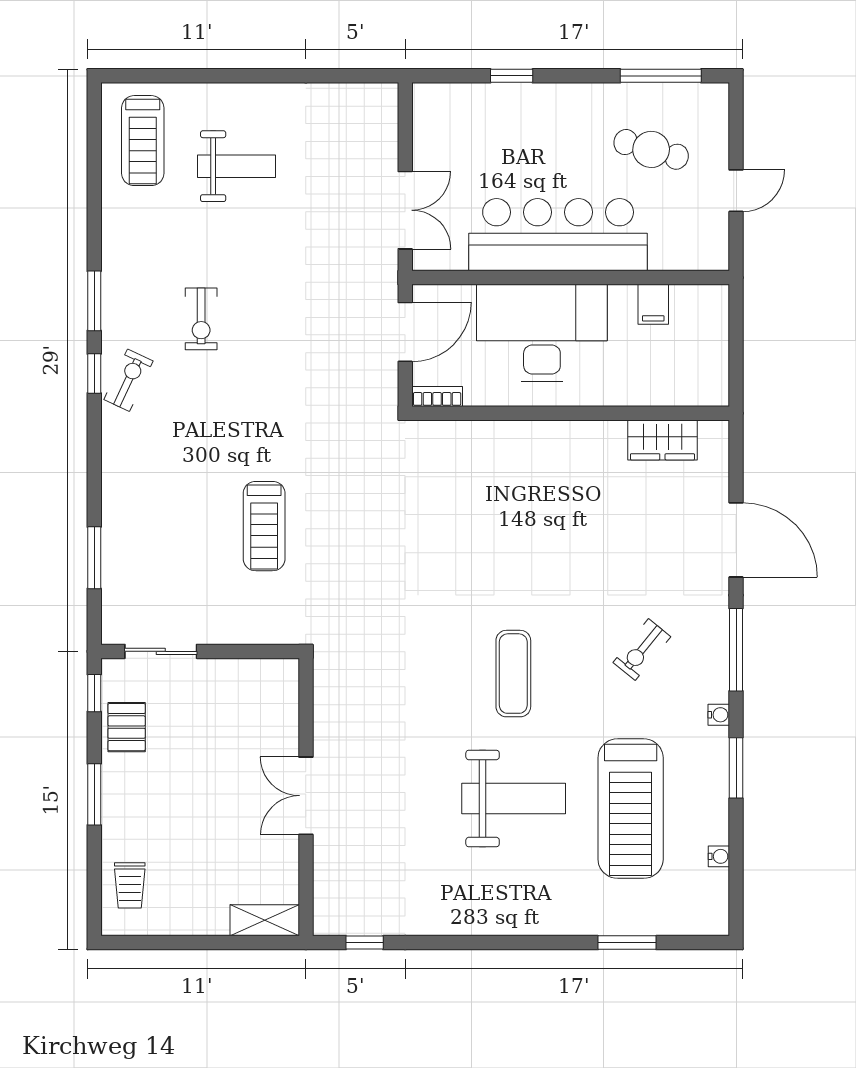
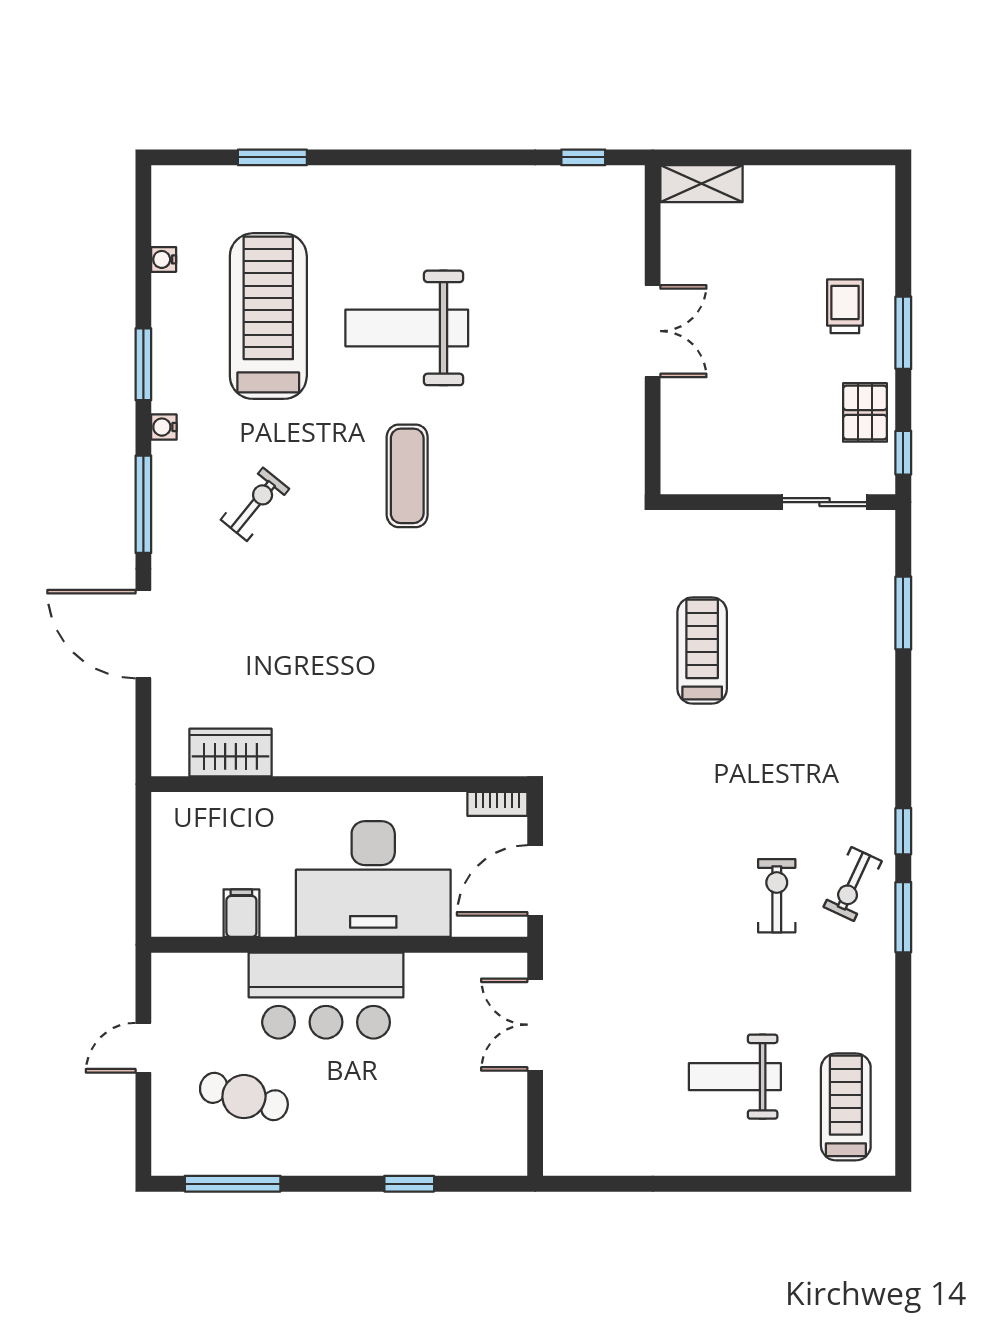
bar counter: (558, 235) -> (326, 996), width x0.73
exercise bike: (129, 380) -> (853, 884), moved
trolley: (130, 885) -> (845, 306), moved

